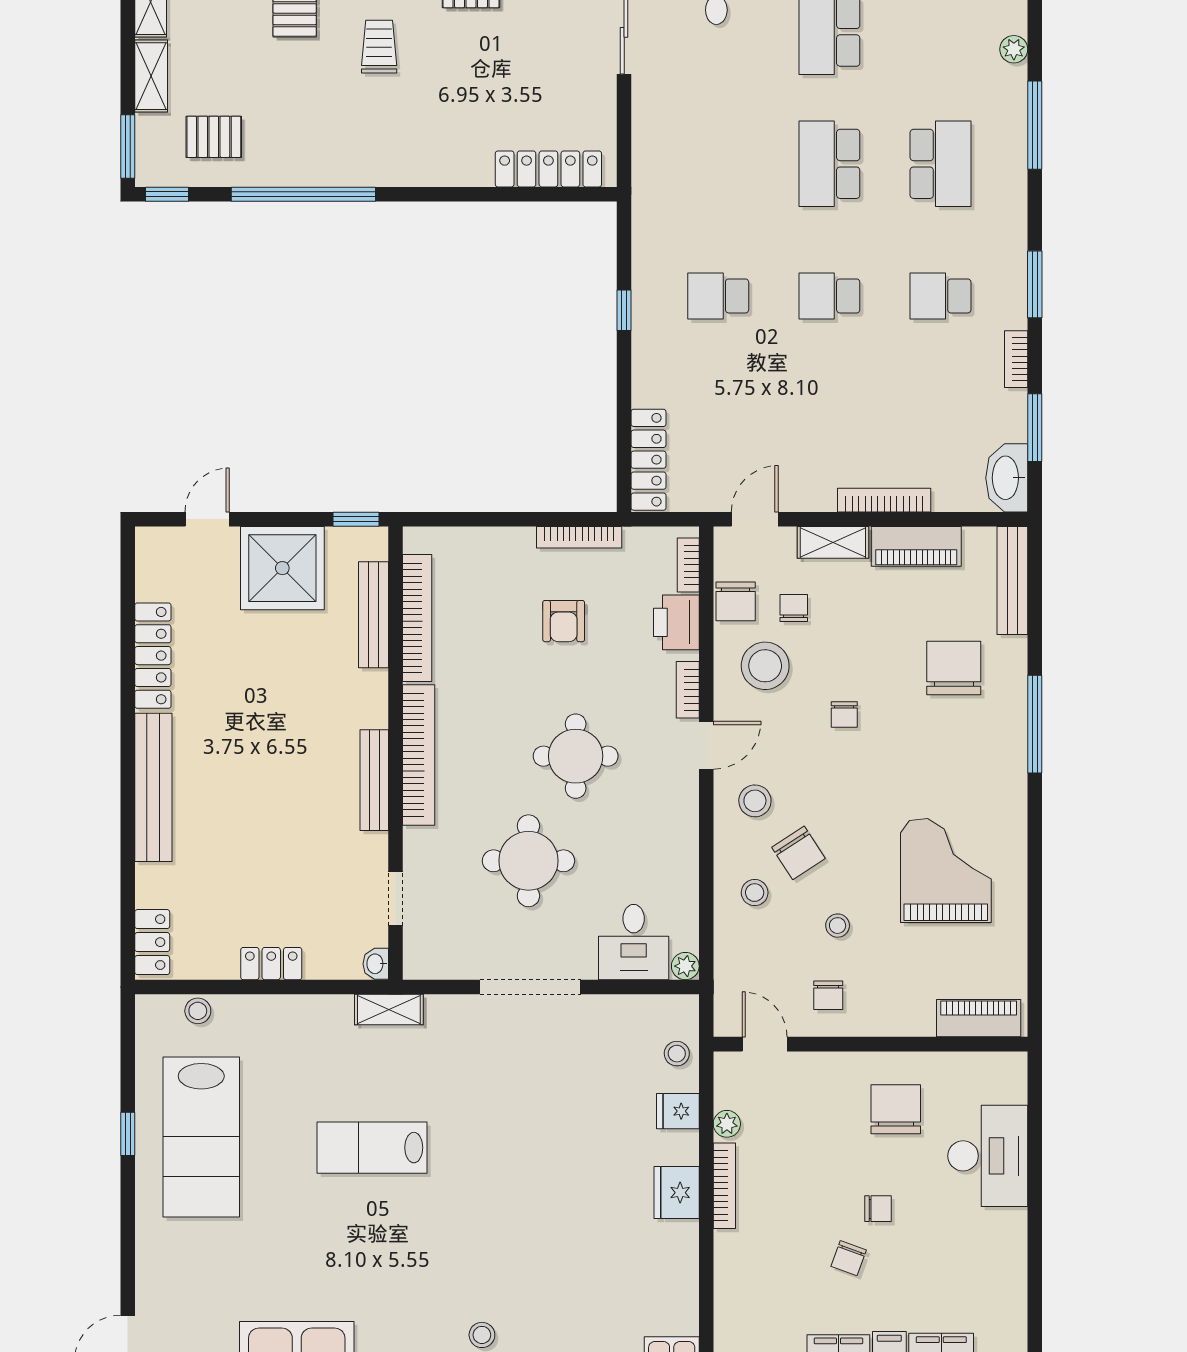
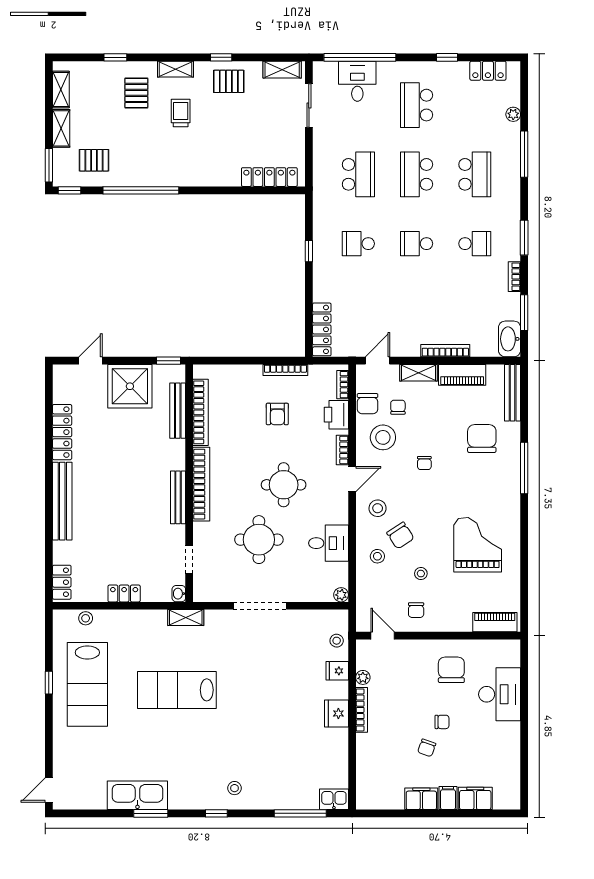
school desk: (718, 164) -> (358, 174), added
school desk: (941, 296) -> (475, 244), turned 180
desk: (634, 942) -> (328, 543), moved, turned -90
lab bench: (372, 1148) -> (177, 690), width x1.36, depth x1.39

